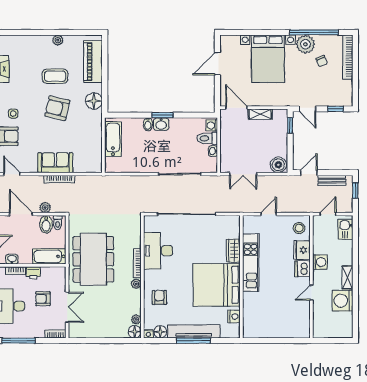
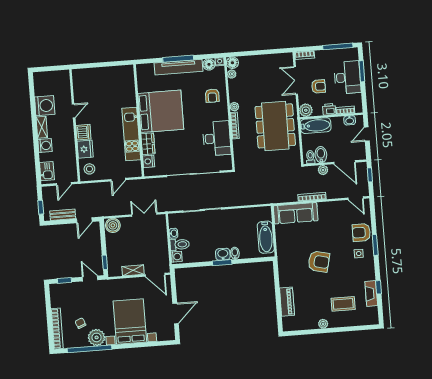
piano: (93, 62) -> (287, 302), width x0.73, depth x0.75
coffee table: (55, 76) -> (343, 304), moved
floor lamp: (94, 101) -> (286, 271), removed
sofa: (55, 163) -> (296, 213), moved, width x1.36
washing machine: (320, 262) -> (45, 146), moved, turned 180
plant: (59, 274) -> (306, 110), added
nightstand: (234, 316) -> (149, 161), moved

